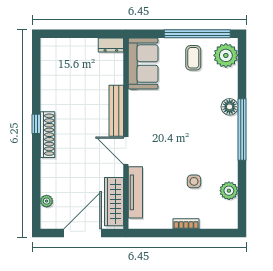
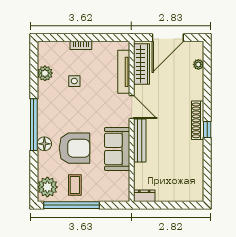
sofa: (143, 64) -> (117, 149), moved
armchair: (194, 102) -> (74, 148), added

